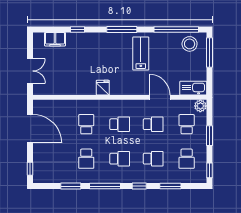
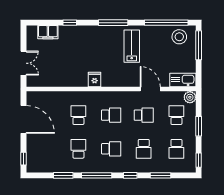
school desk: (86, 159) -> (78, 149), turned 180
school desk: (153, 159) -> (144, 149), turned 90

